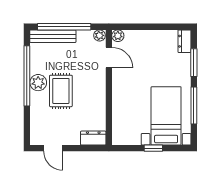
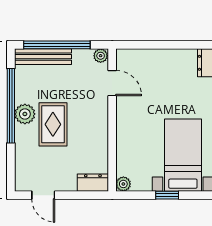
plant: (118, 36) -> (123, 184), moved

